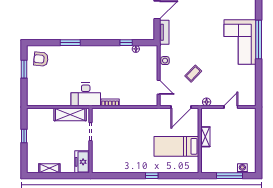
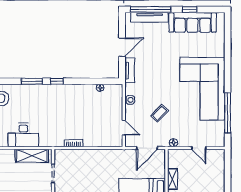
window: (259, 39) -> (228, 113), moved
corner sofa: (240, 42) -> (202, 89), width x1.36, depth x1.36
window: (126, 43) -> (57, 81), moved
desk: (86, 94) -> (23, 135), moved
door: (231, 107) -> (199, 148), swing flipped

